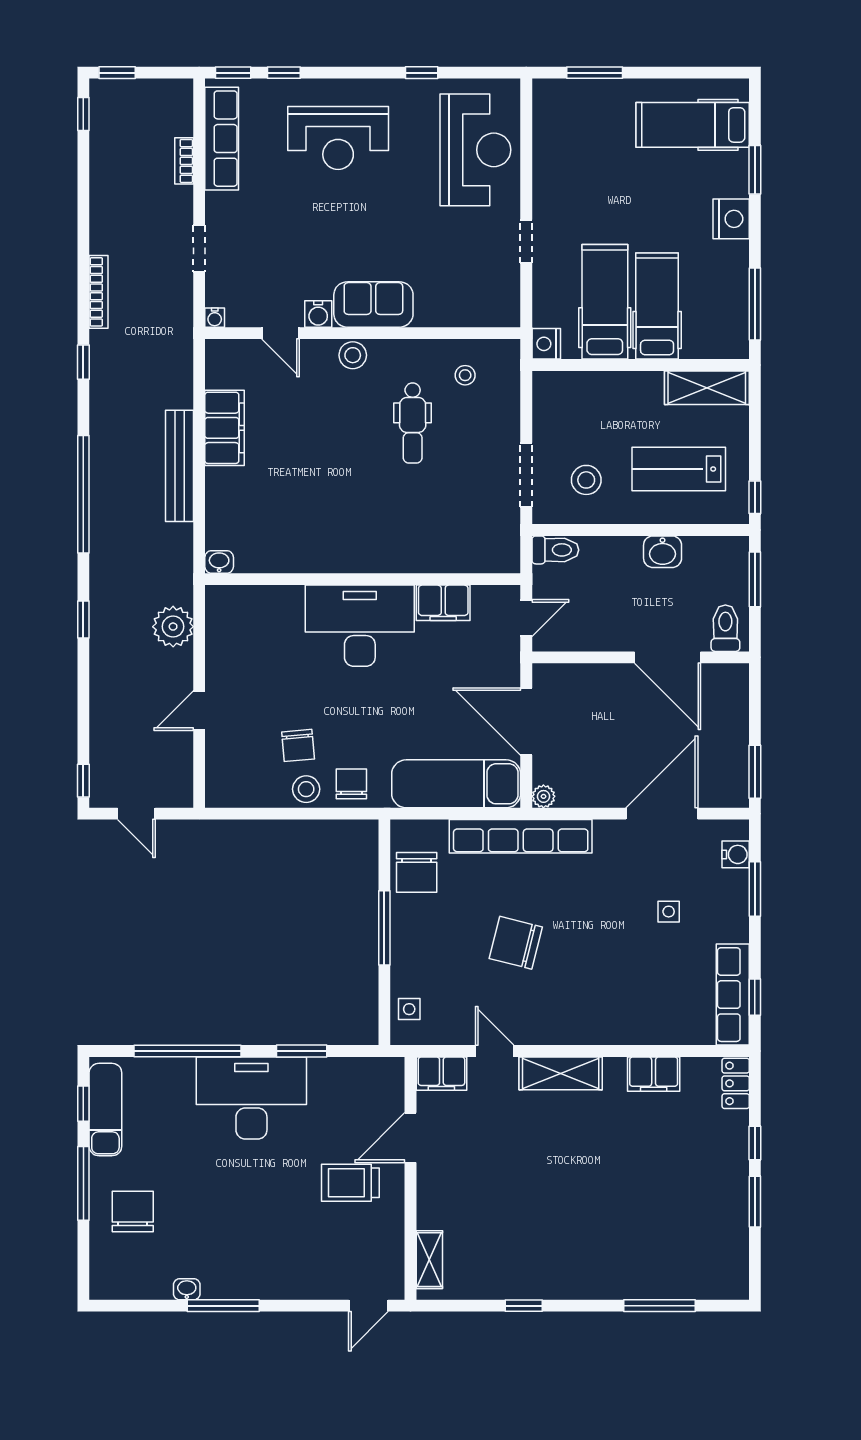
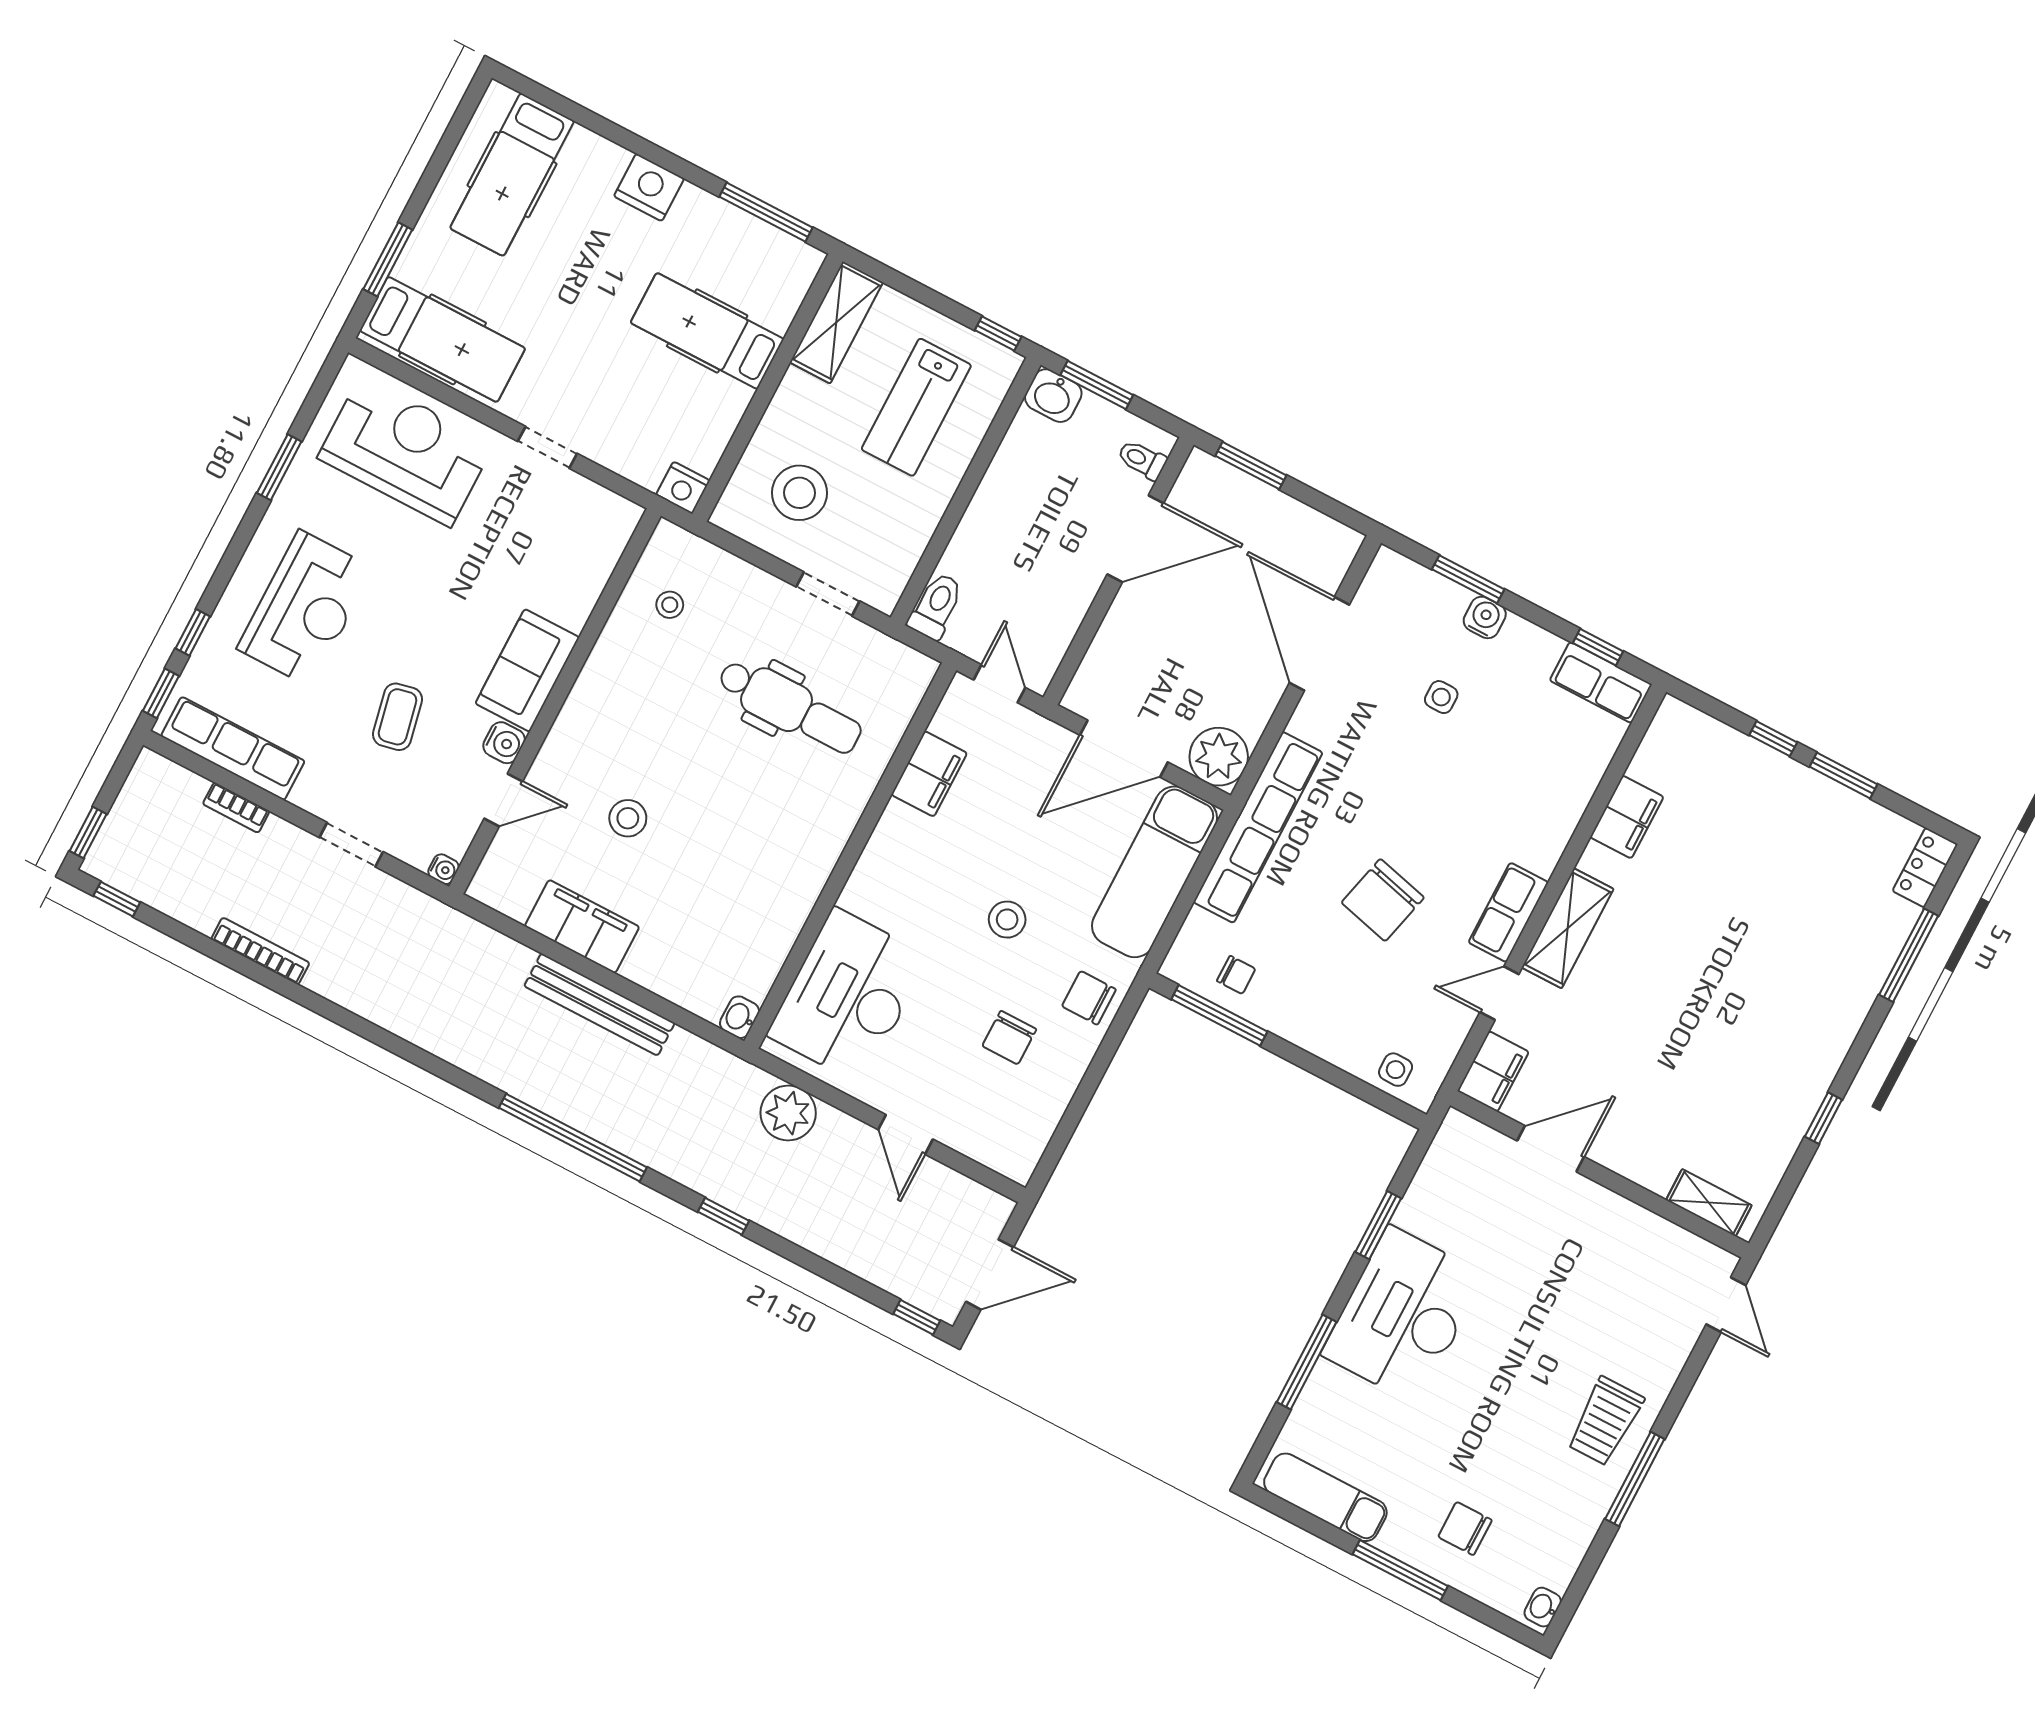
window: (422, 73) -> (279, 467), width x1.50
window: (755, 170) -> (605, 128), removed
coffee table: (299, 235) -> (397, 717), added
bookcase: (98, 292) -> (260, 951), moved
hospital bed: (605, 302) -> (443, 339), moved, turned 180
stool: (353, 355) -> (628, 818), moved
window: (83, 362) -> (414, 1055), removed
dental chair: (413, 423) -> (790, 707), moved, width x1.36, depth x1.38
doorway: (526, 475) -> (828, 594), width x0.73
stool: (586, 480) -> (800, 493), moved, width x1.38, depth x1.38
washbasin: (663, 552) -> (1053, 396), moved, turned 90
desk: (360, 626) -> (848, 996), moved
toilet: (725, 628) -> (1142, 460), width x0.73, depth x0.72
chair: (298, 745) -> (1009, 1038), turned 95
window: (755, 772) -> (1251, 466), moved
stool: (306, 789) -> (1007, 920), moved
plant: (543, 796) -> (1219, 757), width x1.87, depth x1.87
door: (136, 814) -> (990, 1274), width x1.37
water cooler: (736, 854) -> (1485, 617), moved
chair: (417, 872) -> (1236, 975), width x0.54, depth x0.54
window: (384, 928) -> (1219, 1015), moved
row of seats: (733, 995) -> (1601, 682), width x0.68
row of seats: (551, 1029) -> (1508, 912), added
window: (187, 1051) -> (1307, 1362), width x0.68
locker: (736, 1083) -> (1925, 868), moved, turned 90
window: (83, 1104) -> (1305, 1520), removed
door: (410, 1138) -> (1551, 1149), swing flipped
trolley: (350, 1183) -> (1605, 1421), moved
chair: (133, 1211) -> (1465, 1528), width x0.73, depth x0.73
washbasin: (187, 1289) -> (1543, 1607), moved

